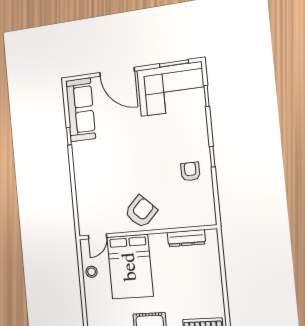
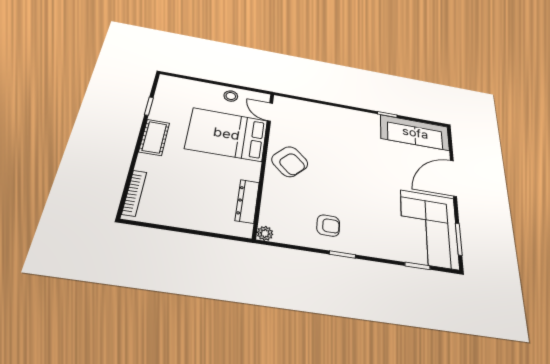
plant: (210, 219) -> (265, 233), added

